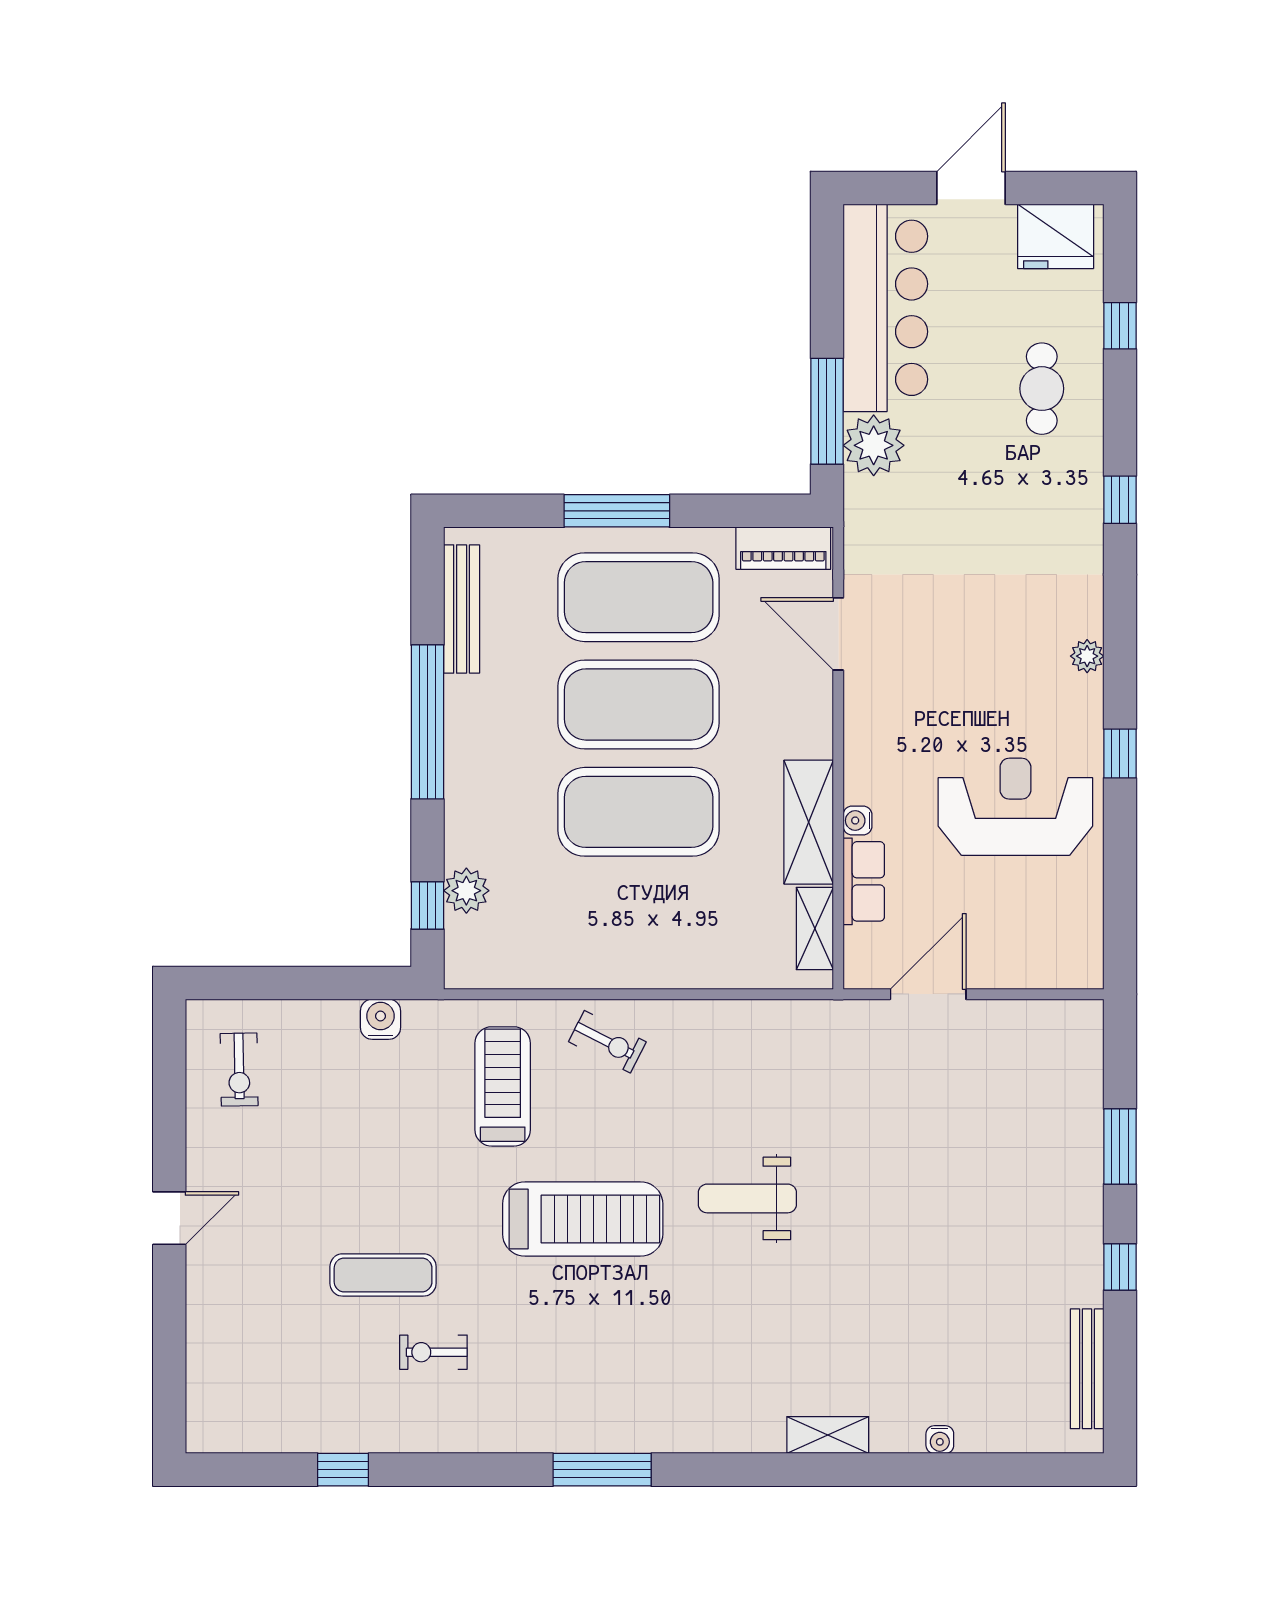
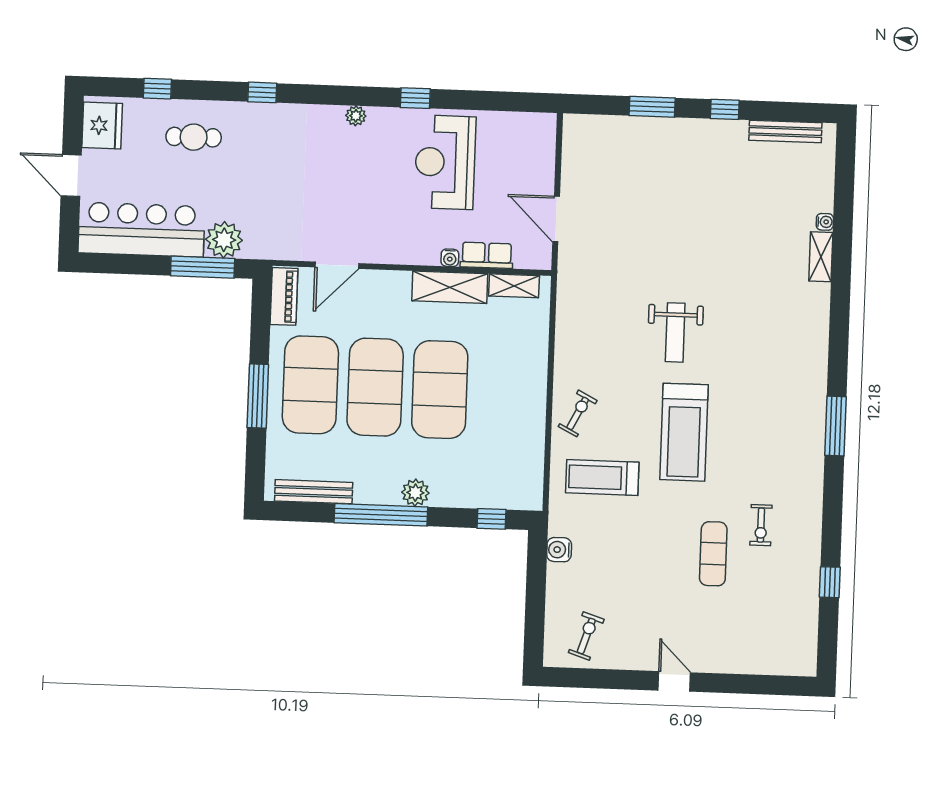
plant: (466, 891) -> (415, 493), moved
exercise bike: (239, 1070) -> (586, 636), turned -71
treadmill: (583, 1219) -> (684, 432), turned 180
shelving: (828, 1435) -> (821, 257), moved

